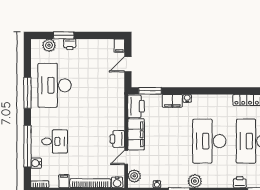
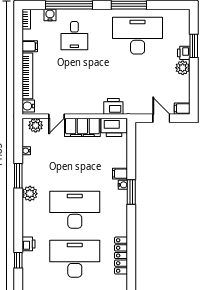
plant: (49, 45) -> (183, 68), moved
window: (150, 91) -> (131, 192), moved
filing cabinet: (172, 101) -> (120, 174), width x0.50
printer: (117, 139) -> (113, 106), moved
door: (126, 157) -> (56, 116), swing flipped

